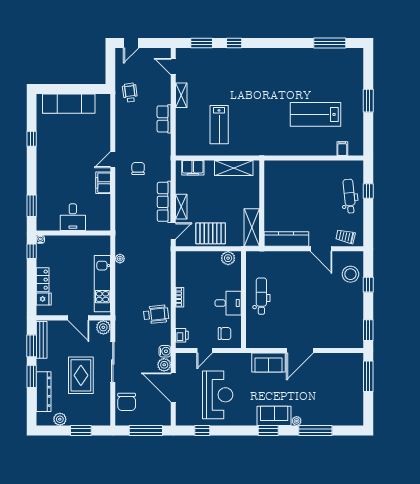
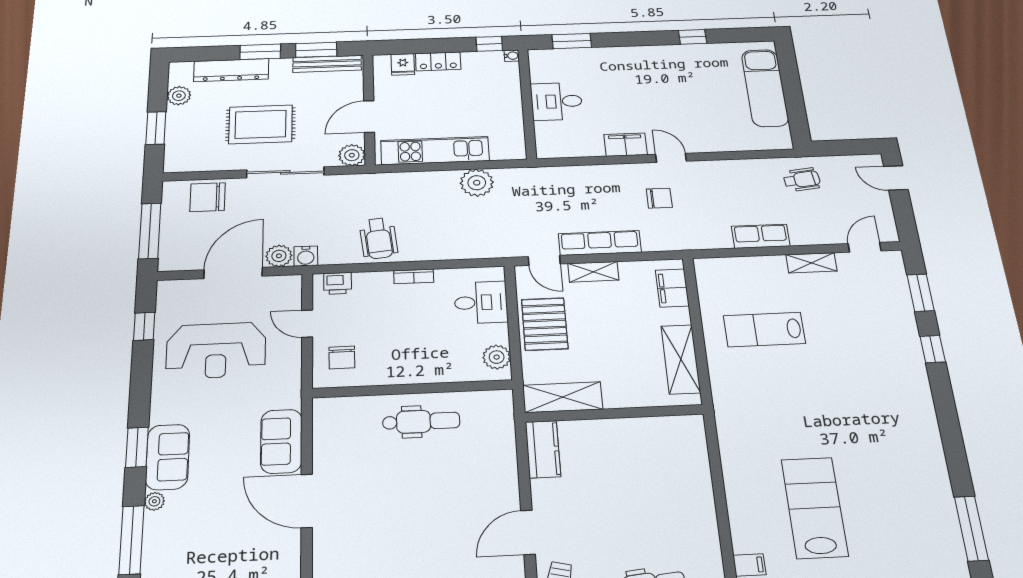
kitchen counter: (286, 239) -> (543, 449), width x0.67
plant: (120, 259) -> (477, 183), width x1.88, depth x1.88
desk: (228, 303) -> (481, 302), moved, turned -90

